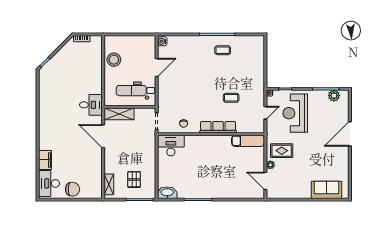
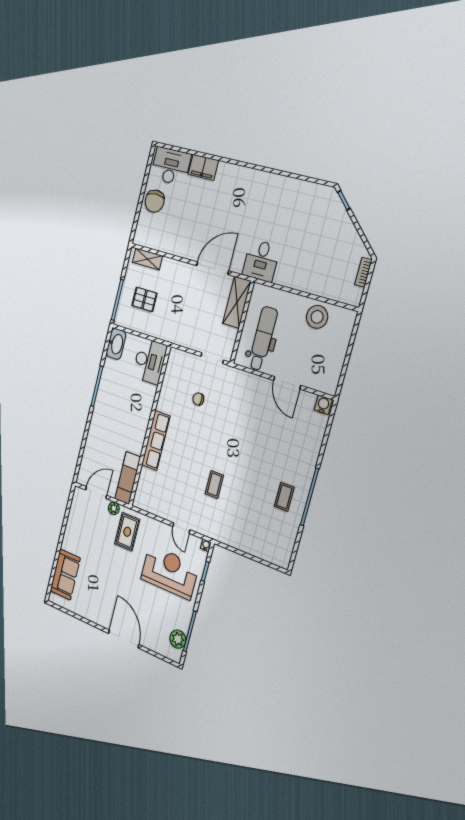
row of seats: (218, 127) -> (156, 440), moved
wall: (211, 134) -> (150, 426), moved
exam couch: (248, 141) -> (128, 478), moved
desk: (171, 146) -> (150, 361), moved

